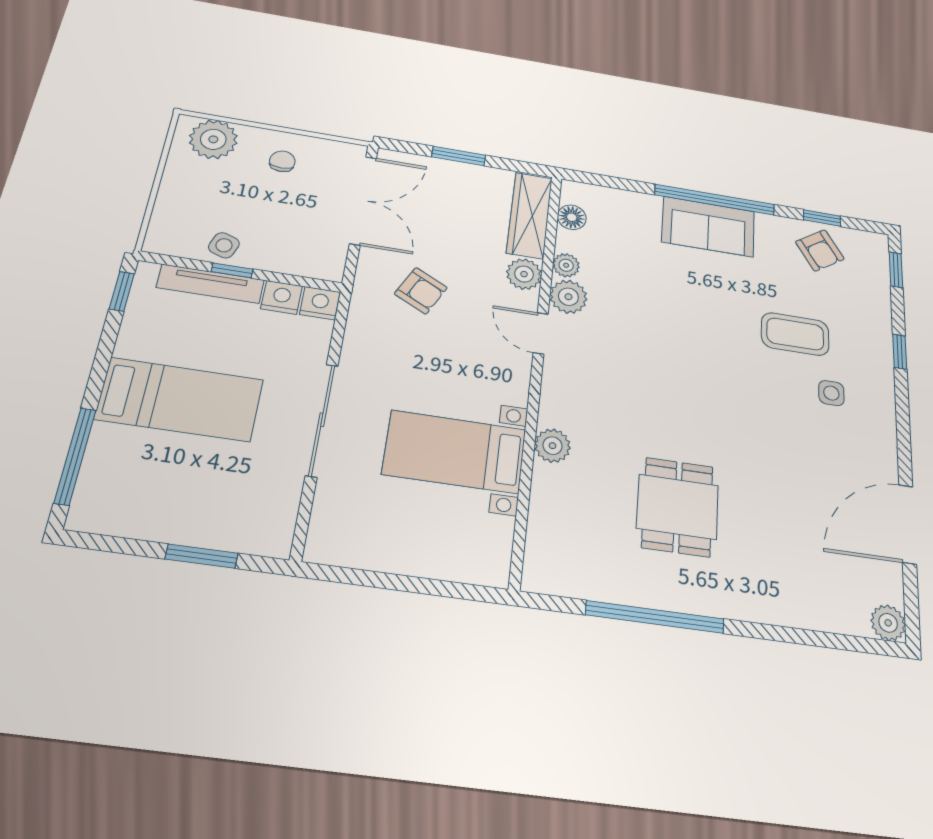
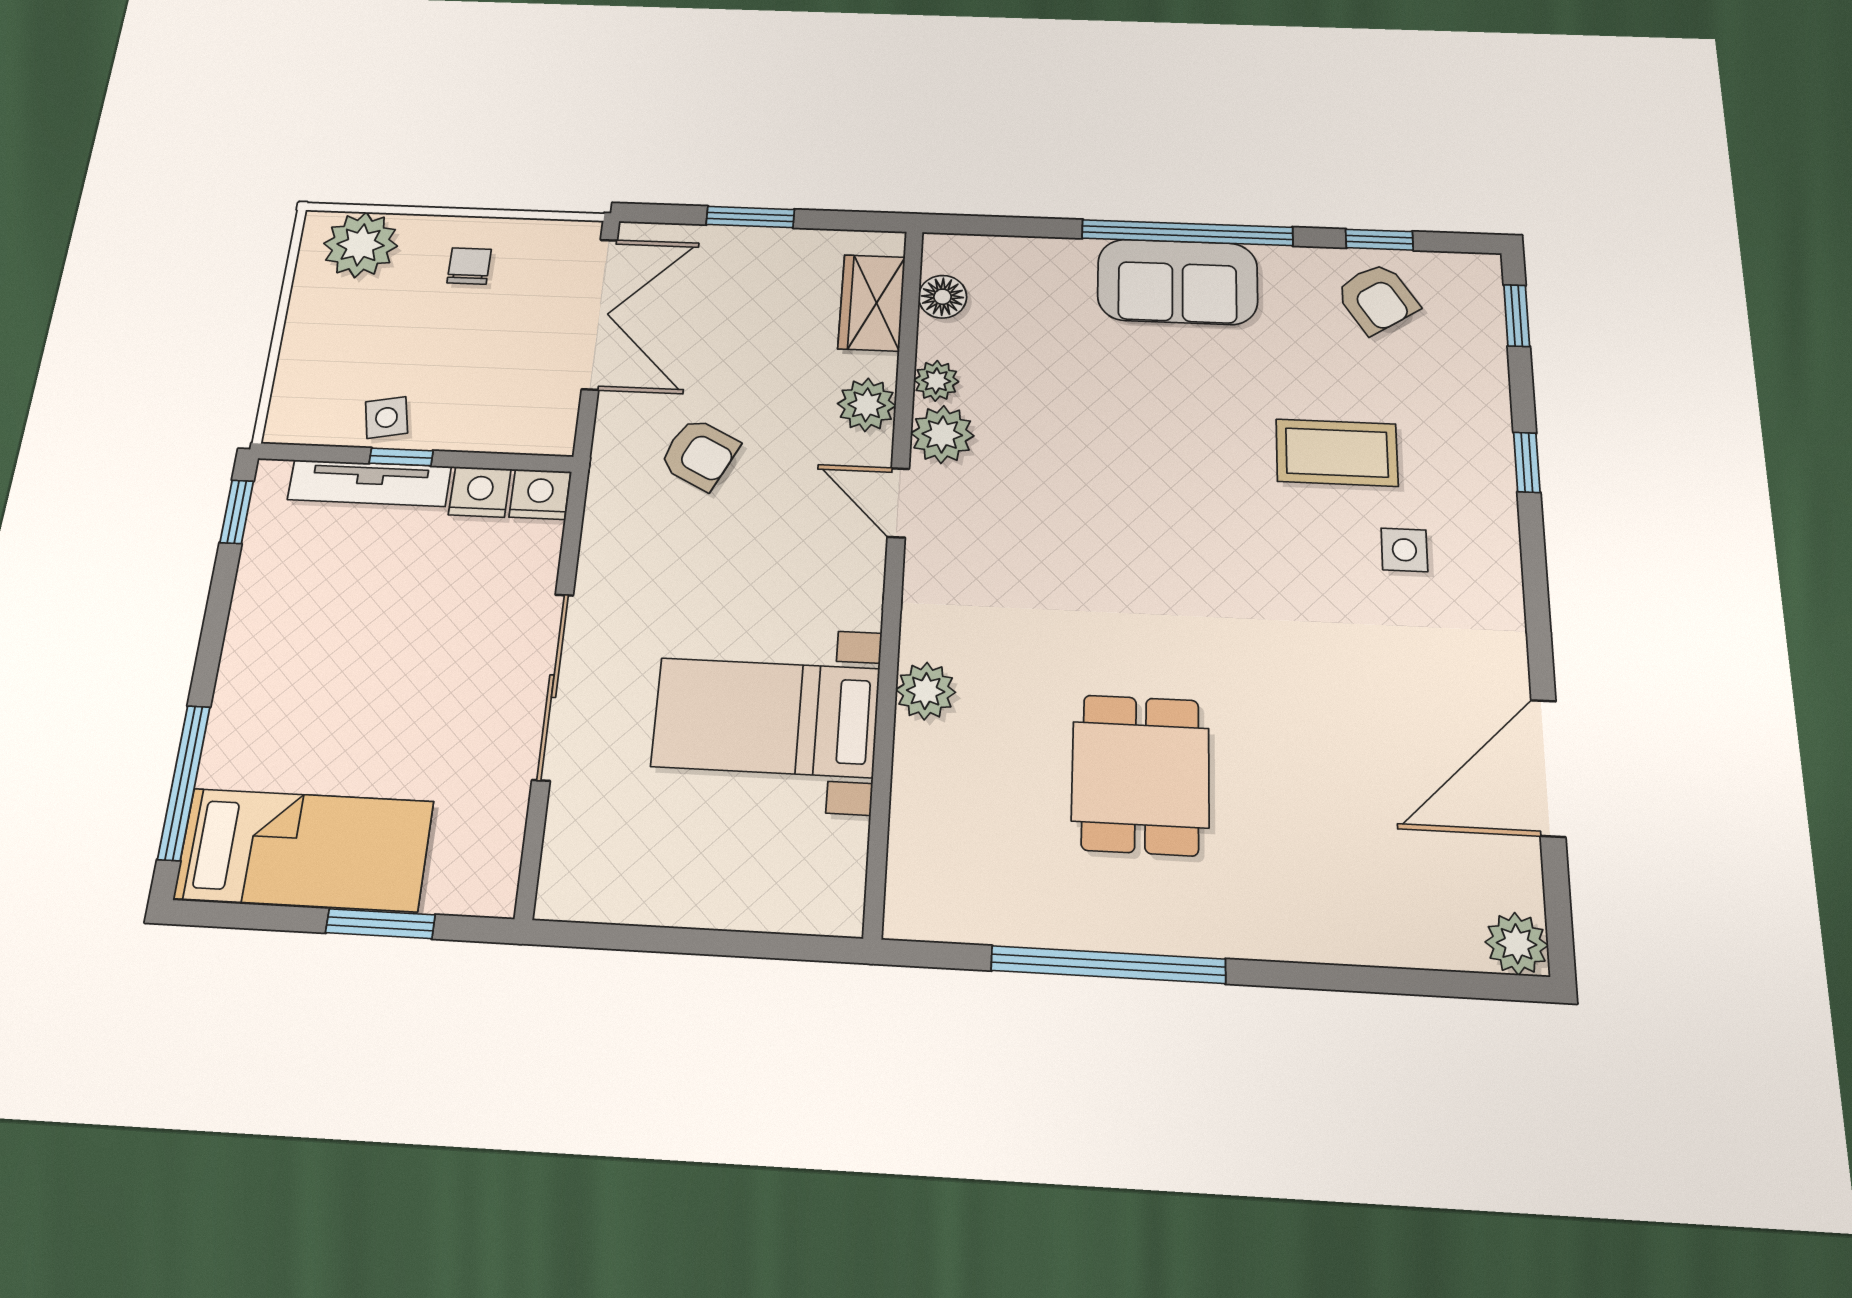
wardrobe: (530, 215) -> (872, 303), width x0.67
side table: (224, 245) -> (386, 417), turned -31
bed: (180, 399) -> (304, 850), moved

